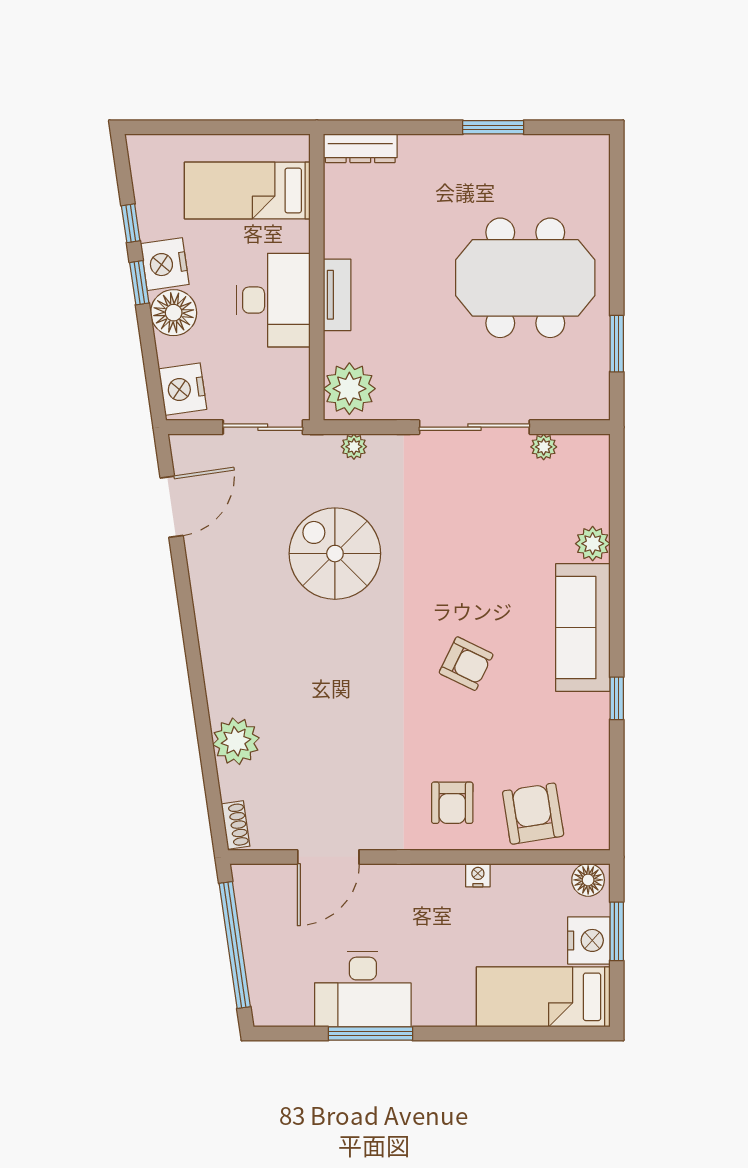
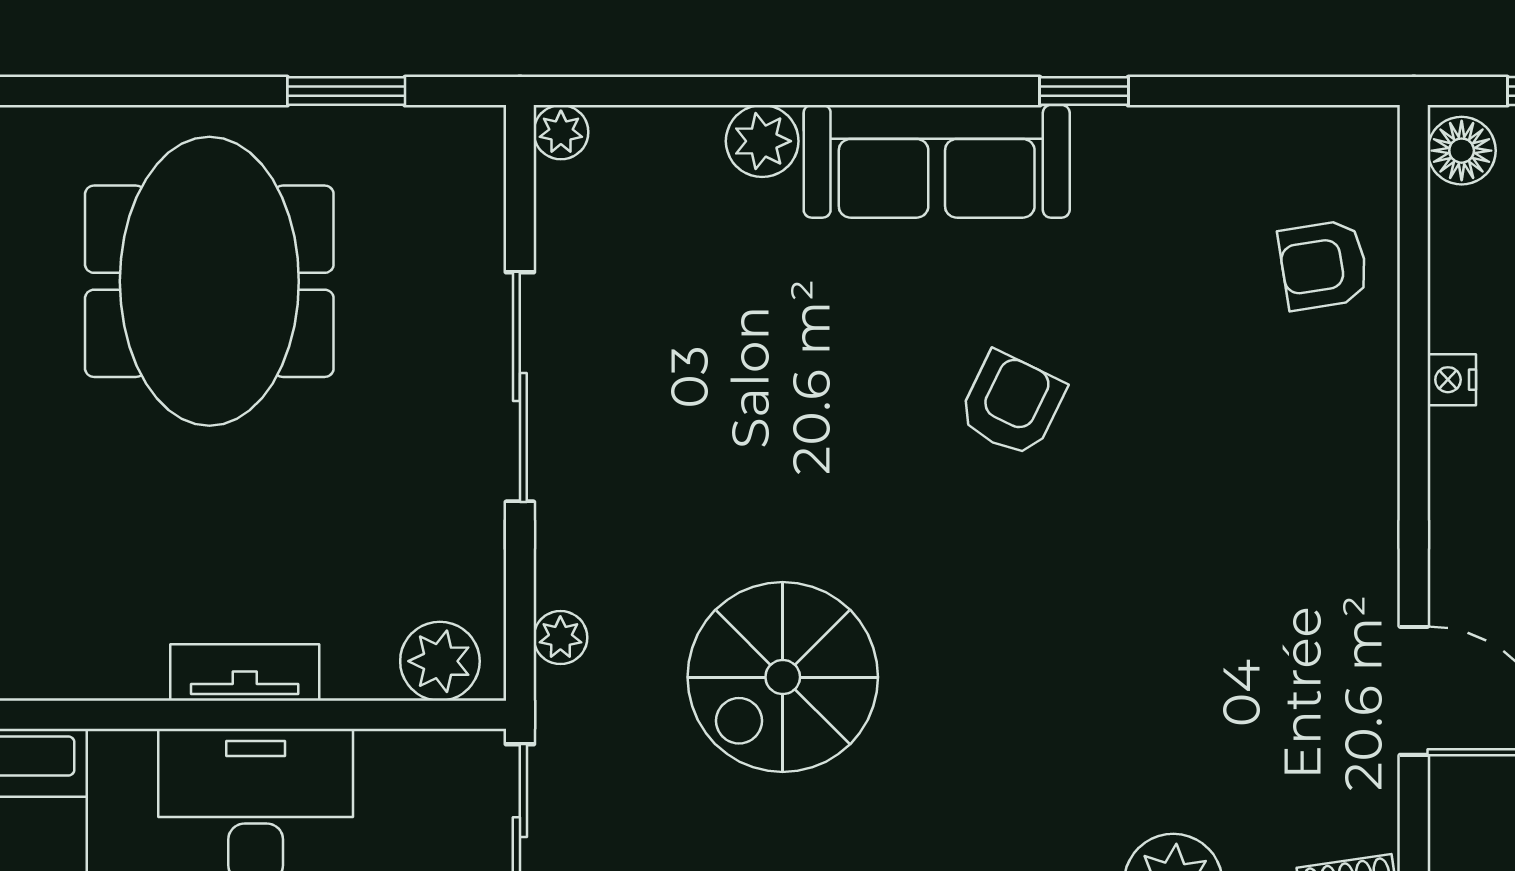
plant: (349, 389) -> (440, 661), width x0.73, depth x0.73
plant: (544, 447) -> (561, 132), moved
armchair: (452, 803) -> (1301, 433), removed
armchair: (533, 814) -> (1324, 265), width x0.72, depth x0.72

